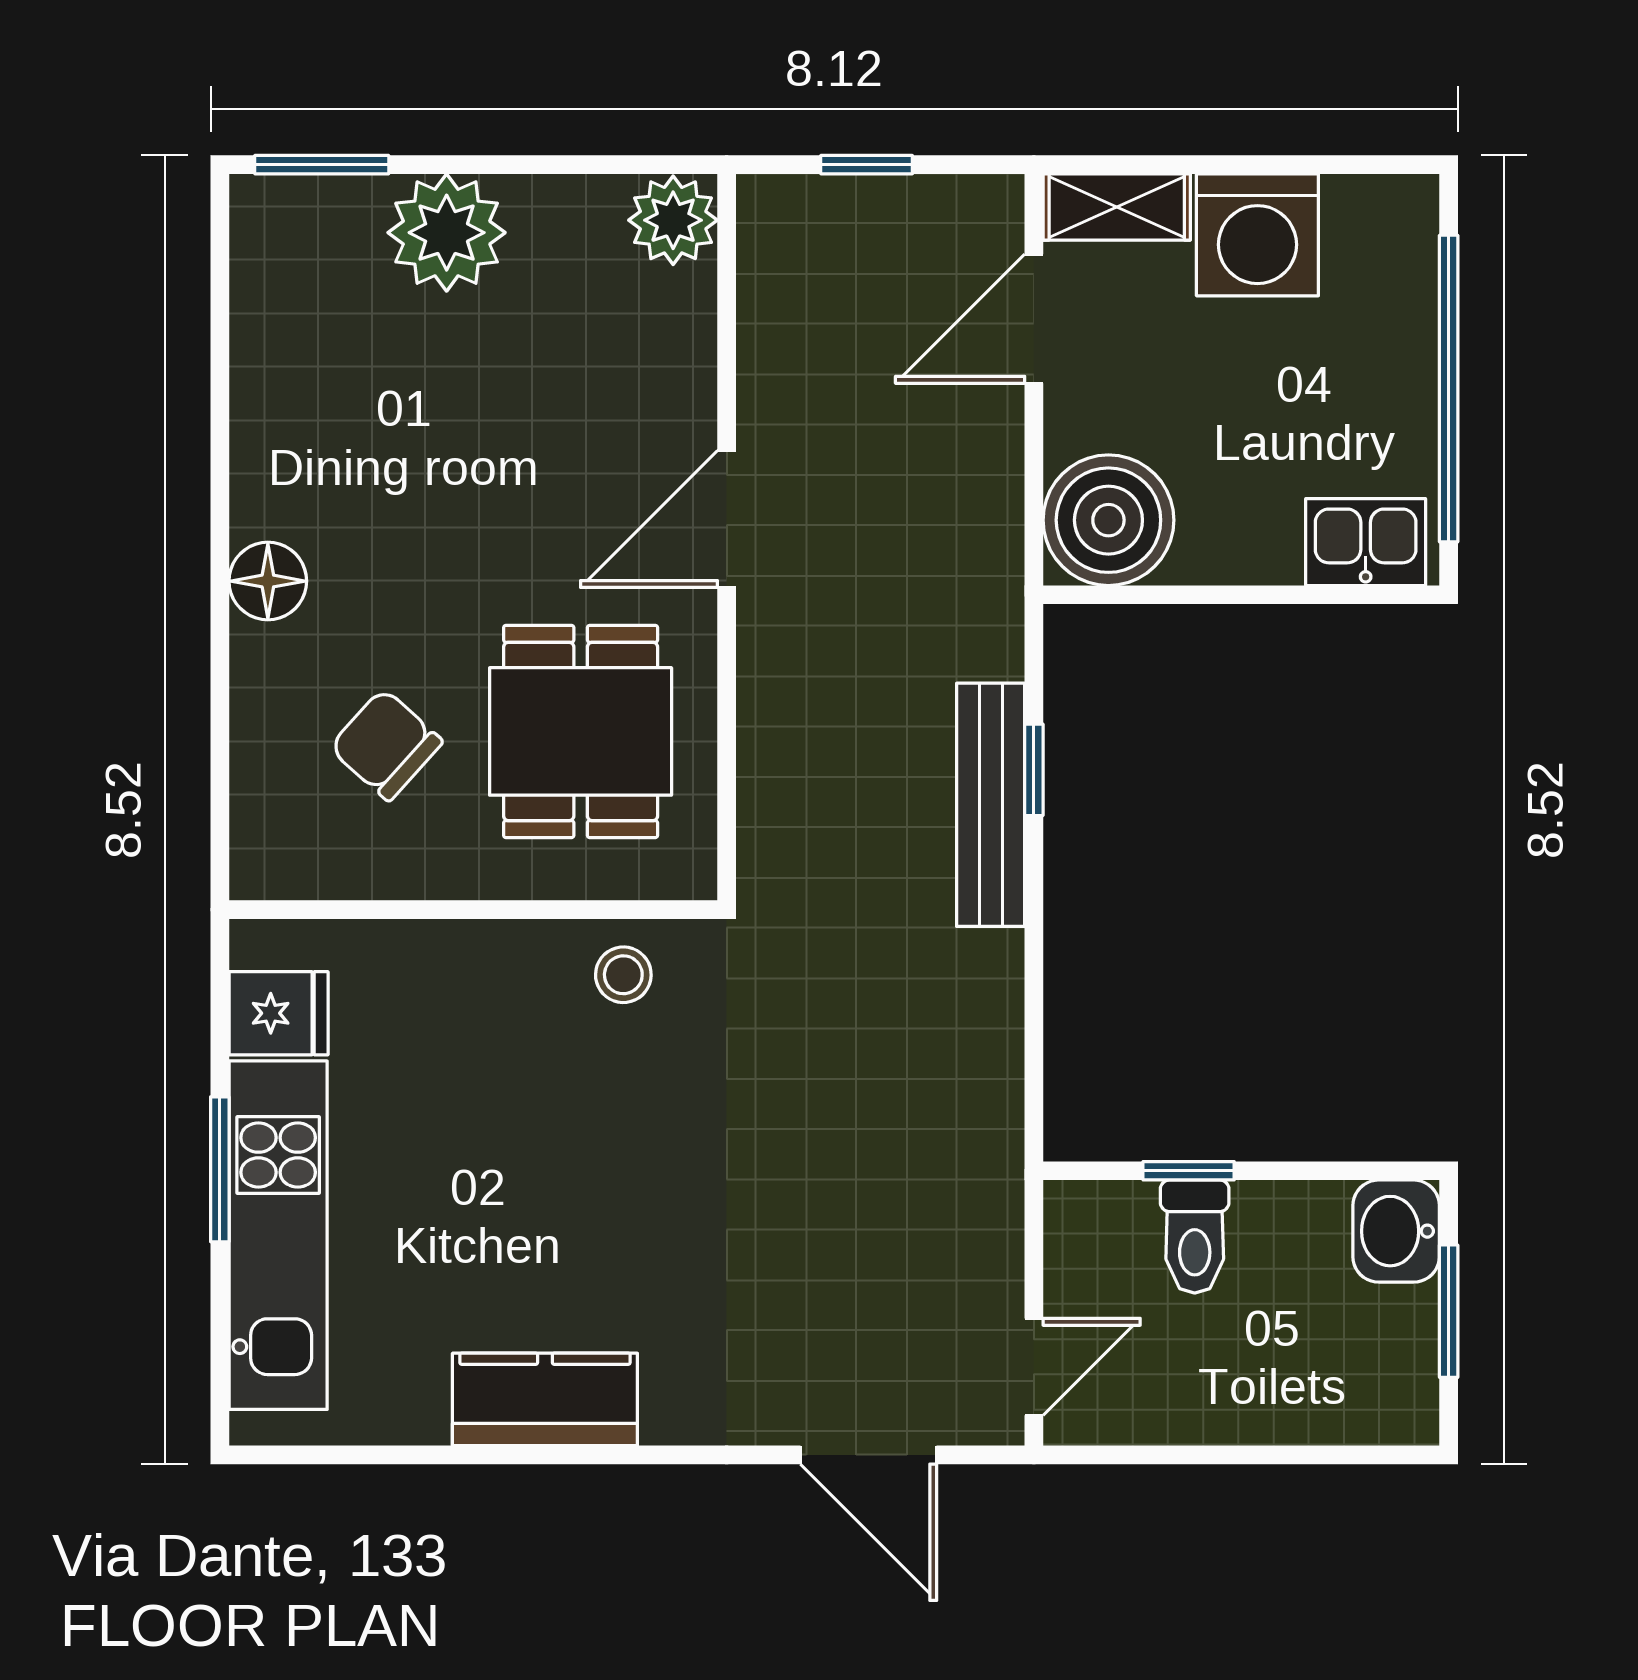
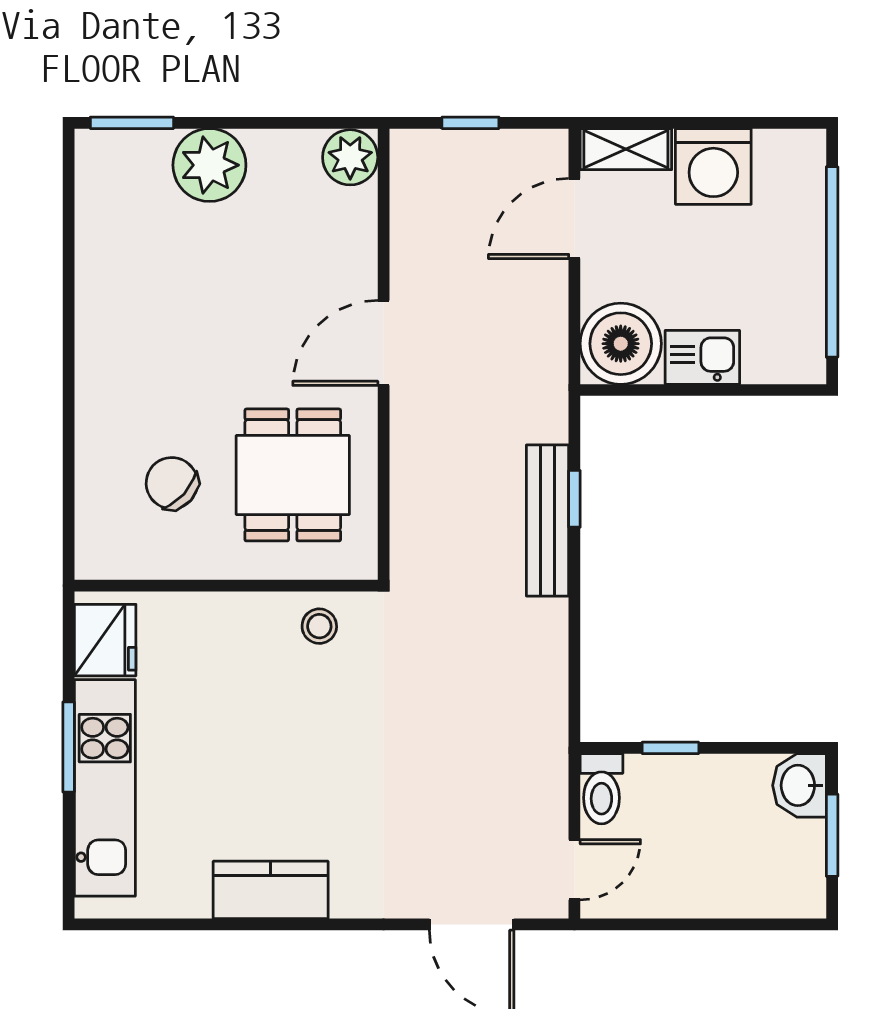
kitchen sink: (1366, 542) -> (702, 357), moved
floor lamp: (268, 581) -> (98, 382), removed
fridge: (279, 1013) -> (105, 640), width x1.38
toilet: (1195, 1237) -> (601, 789), moved

